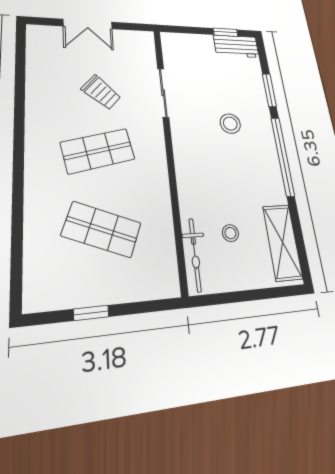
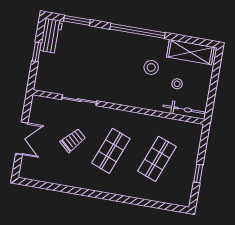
window: (226, 32) -> (37, 52), moved
window: (269, 90) -> (77, 20), moved
stool: (230, 124) -> (151, 67), moved
shop shelf: (98, 151) -> (111, 151), turned 33

